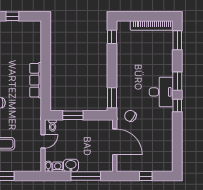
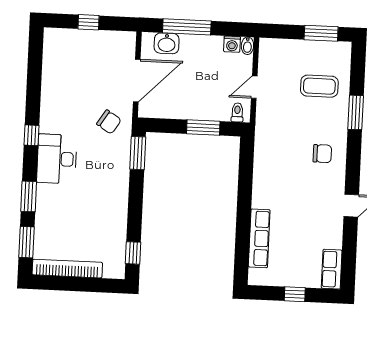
row of seats: (36, 80) -> (259, 238), moved
window: (177, 81) -> (29, 196), moved
door: (115, 142) -> (137, 81), swing flipped
washbasin: (71, 165) -> (167, 43), moved

